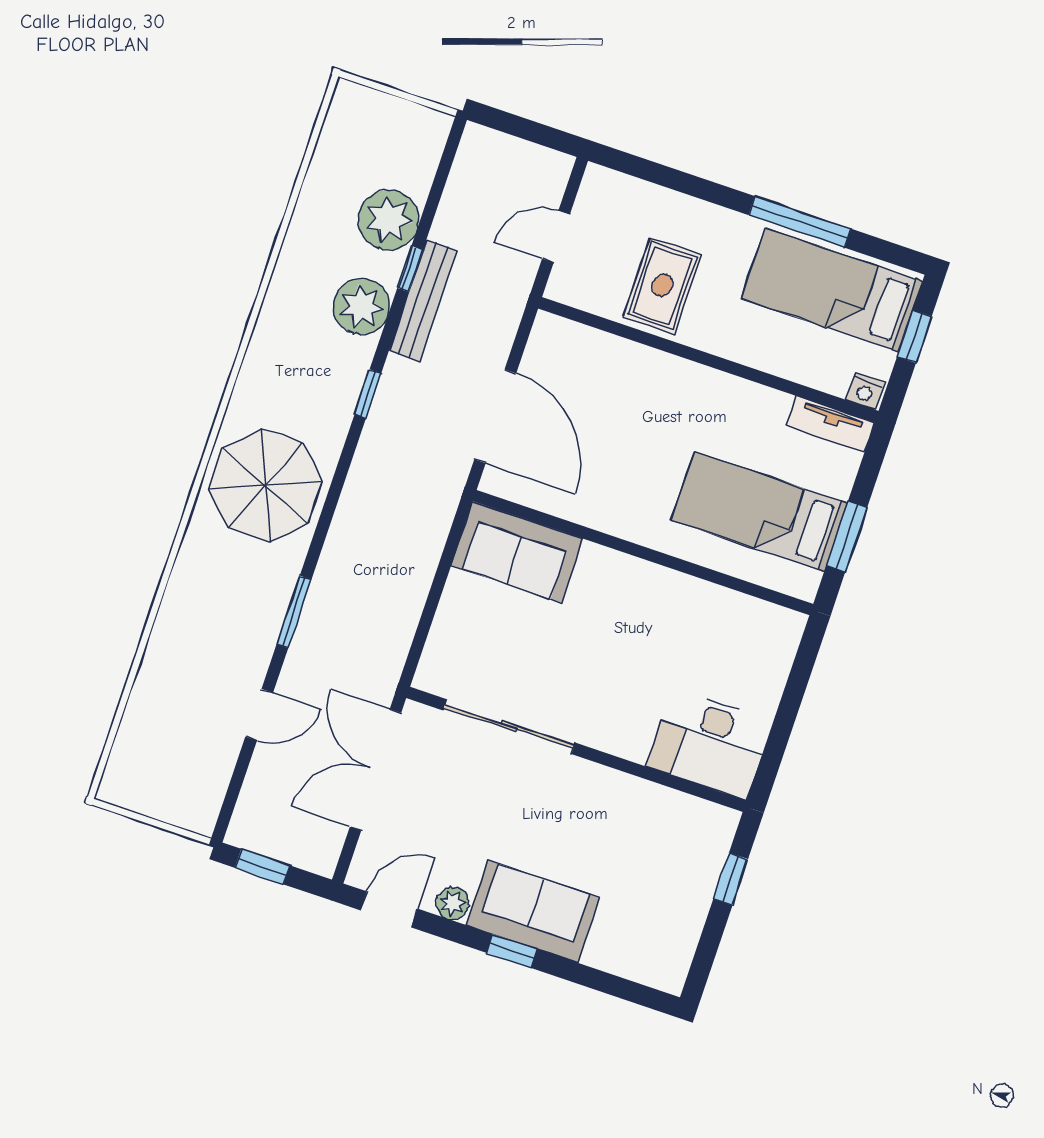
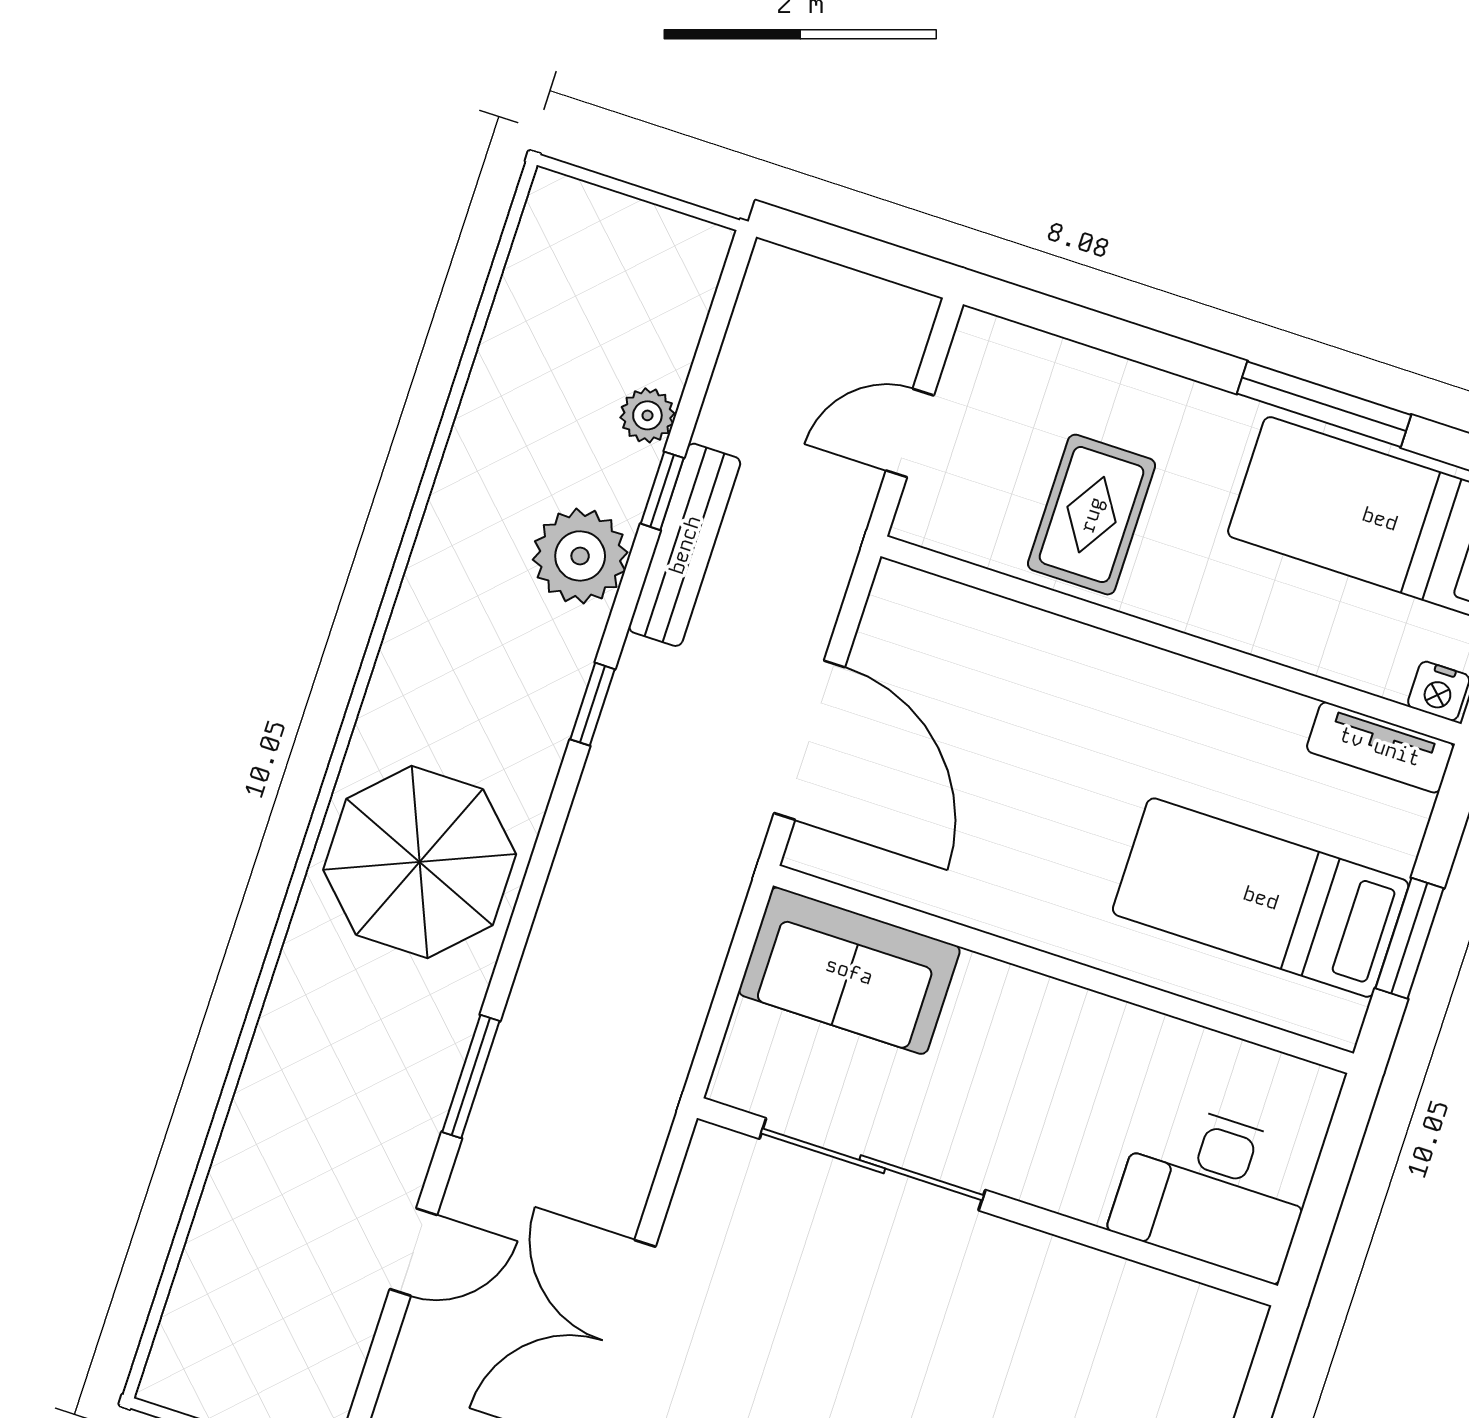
plant: (389, 220) -> (647, 415), width x0.53, depth x0.53
sliding door: (509, 727) -> (872, 1164), moved
desk: (710, 744) -> (1214, 1190), moved
wall: (576, 749) -> (987, 1202), moved

